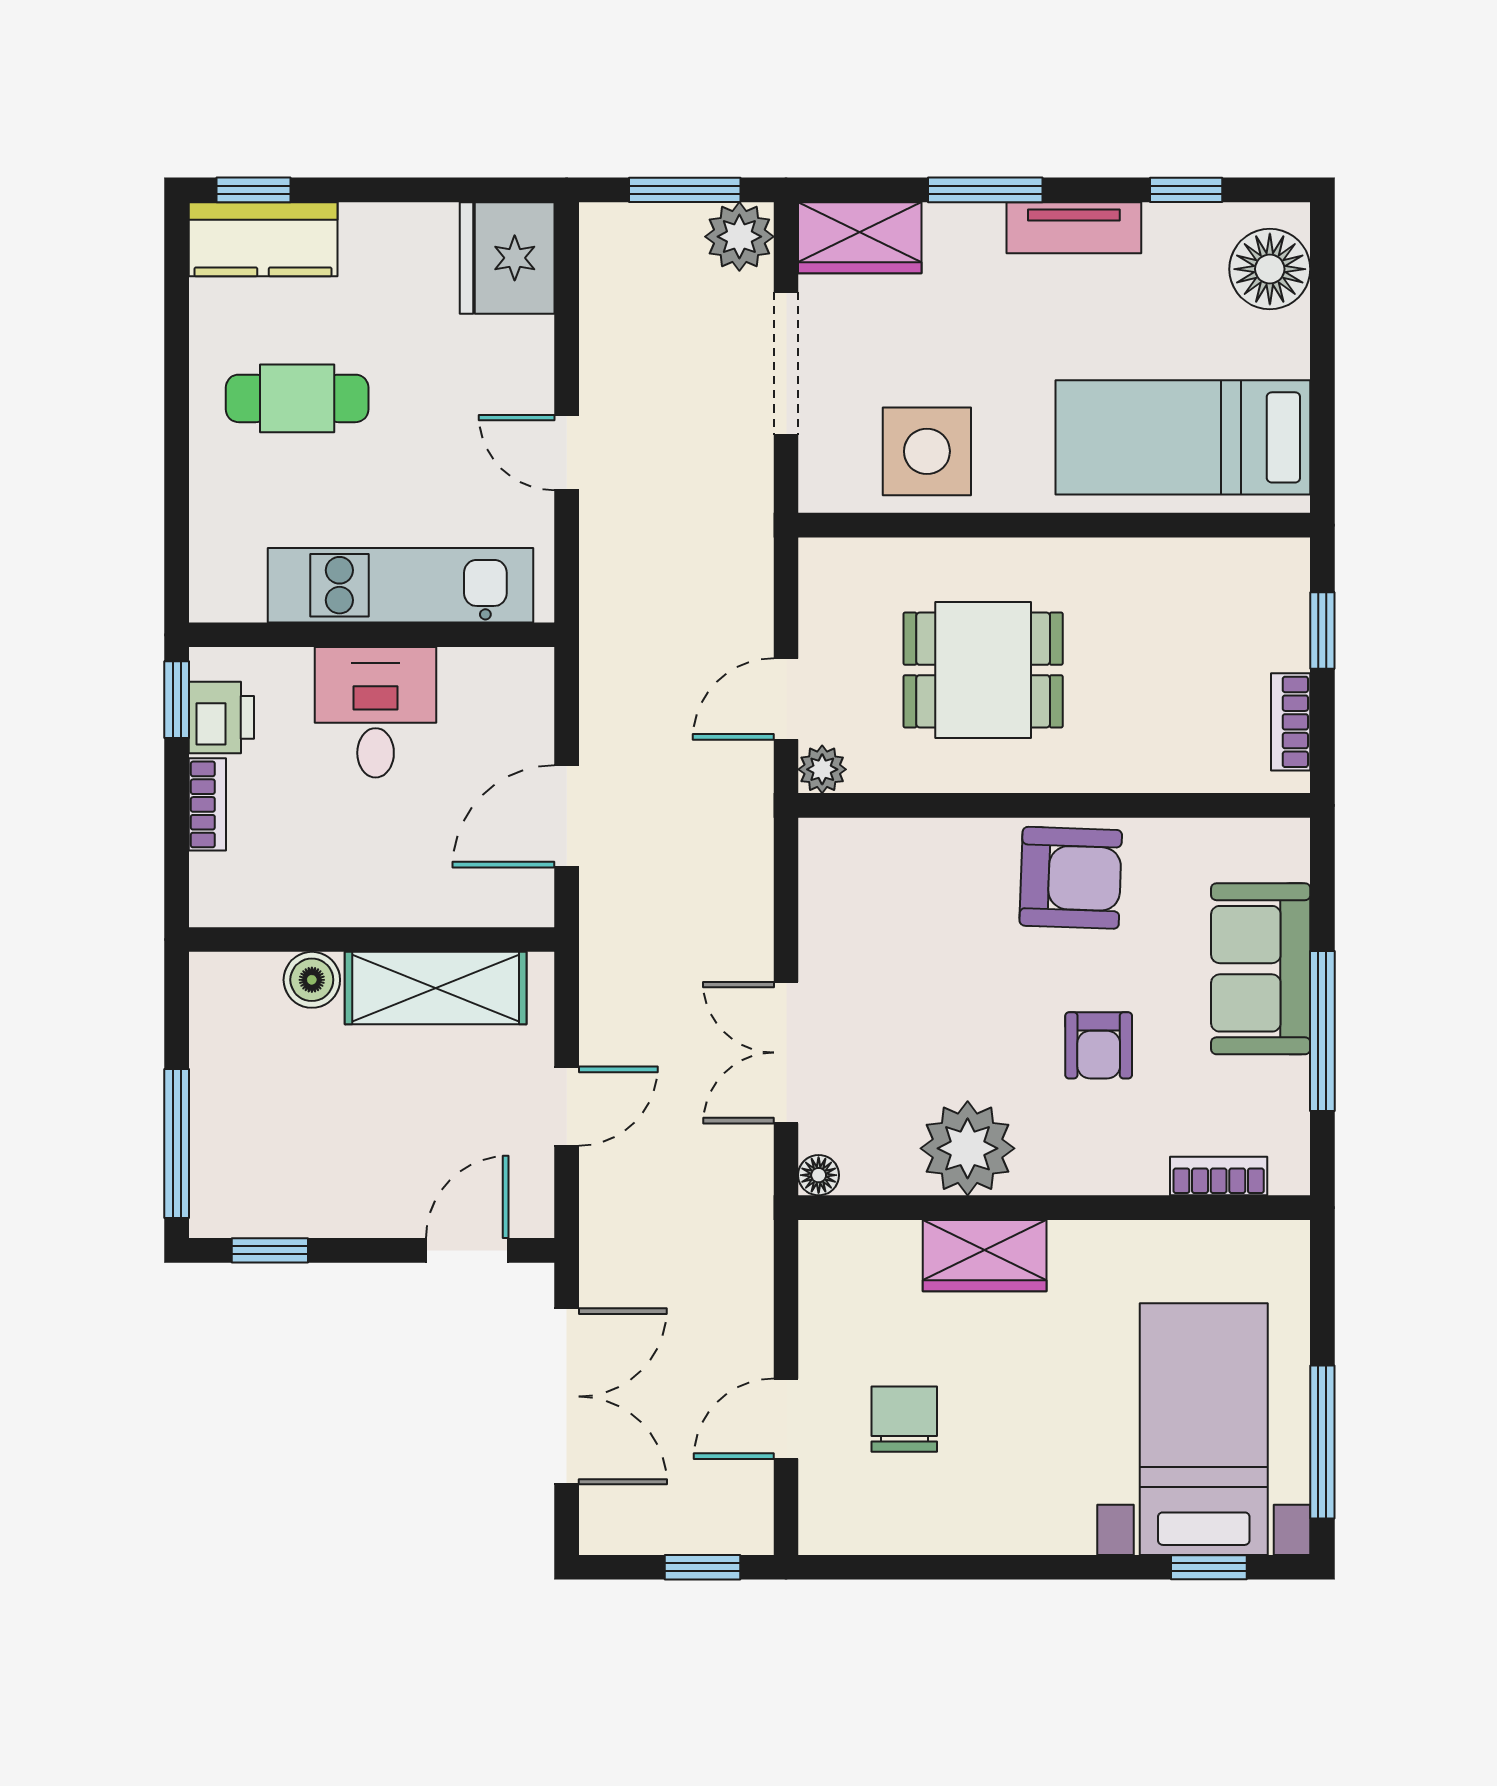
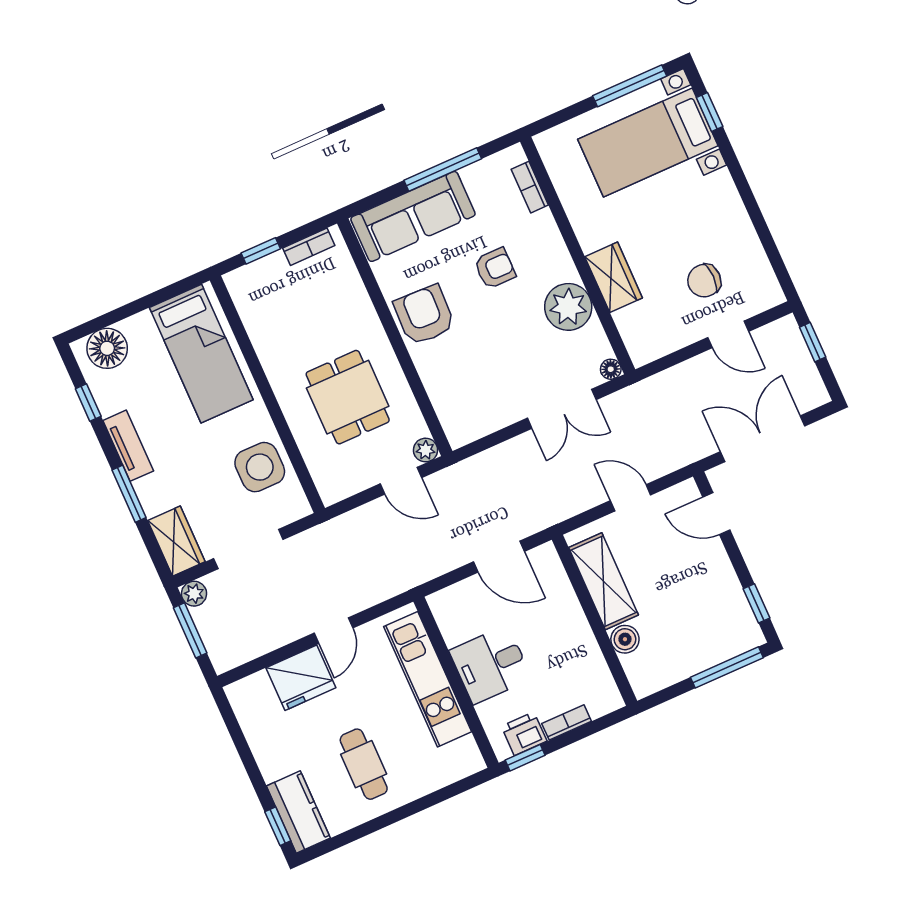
plant: (739, 237) -> (194, 594), width x0.73, depth x0.73
fridge: (507, 258) -> (301, 678), moved
sofa: (1261, 969) -> (413, 216), width x1.36

